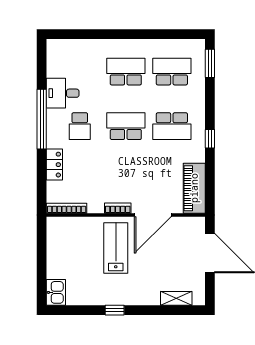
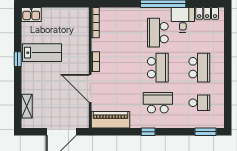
school desk: (172, 72) -> (199, 103), width x0.54
school desk: (80, 126) -> (158, 33), width x1.85
school desk: (172, 126) -> (158, 103), turned 90
locker: (54, 165) -> (207, 13), moved
lab bench: (116, 248) -> (42, 53), moved

